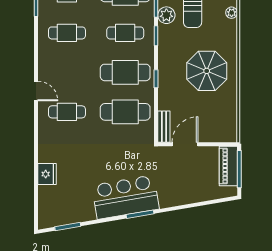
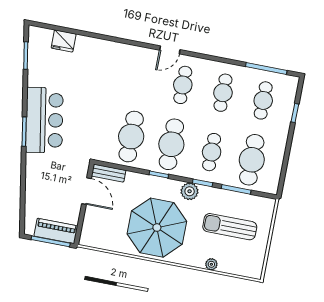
plant: (166, 15) -> (190, 191), moved
parasol: (207, 71) -> (157, 228), width x1.36, depth x1.36
cafe table: (67, 112) -> (183, 85), moved
fridge: (47, 174) -> (64, 41), moved

